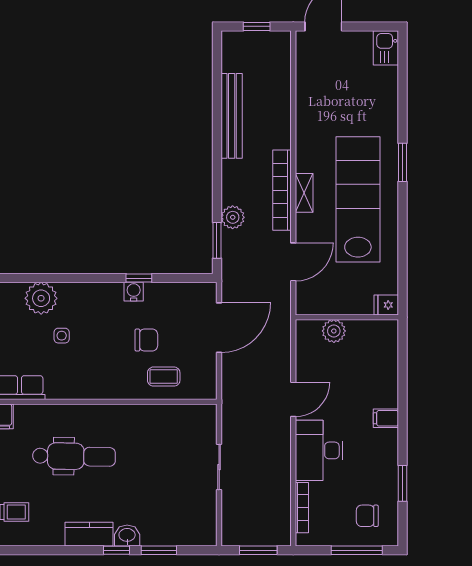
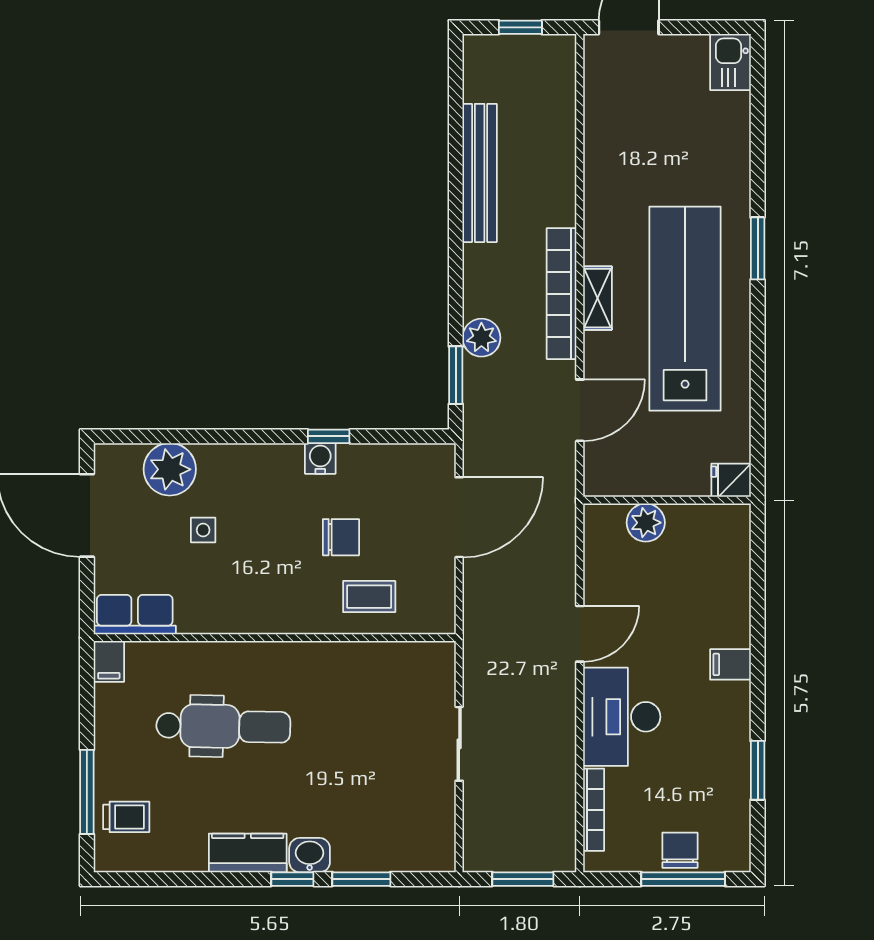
chair: (367, 516) -> (680, 850), moved, turned 90

